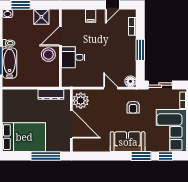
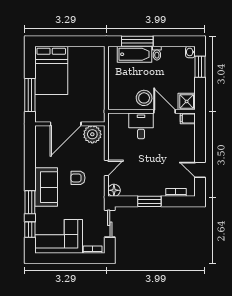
filing cabinet: (91, 16) -> (188, 118), moved
shower: (41, 17) -> (187, 101), moved
dresser: (51, 94) -> (99, 101), removed
armchair: (133, 107) -> (78, 178), moved

